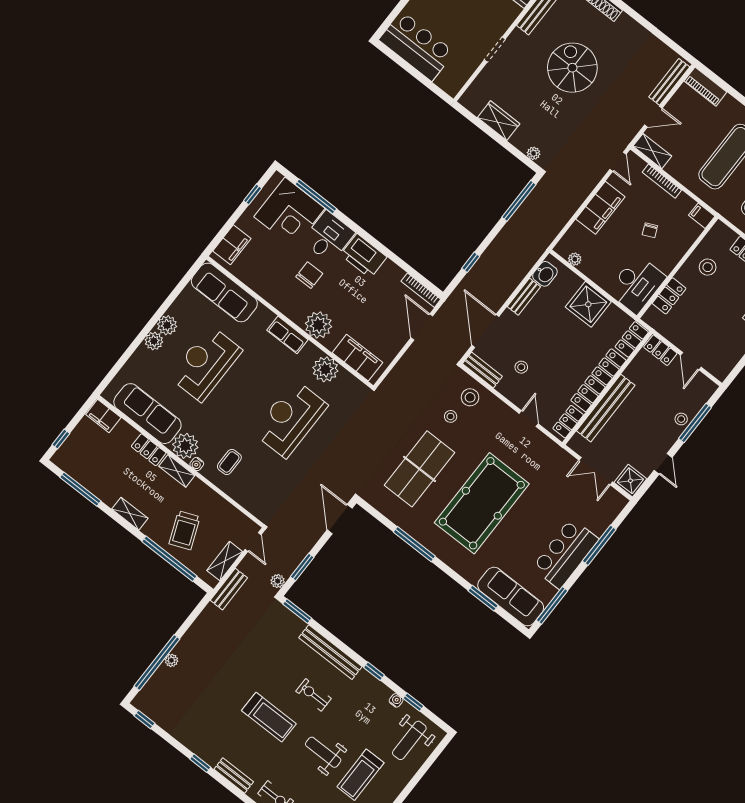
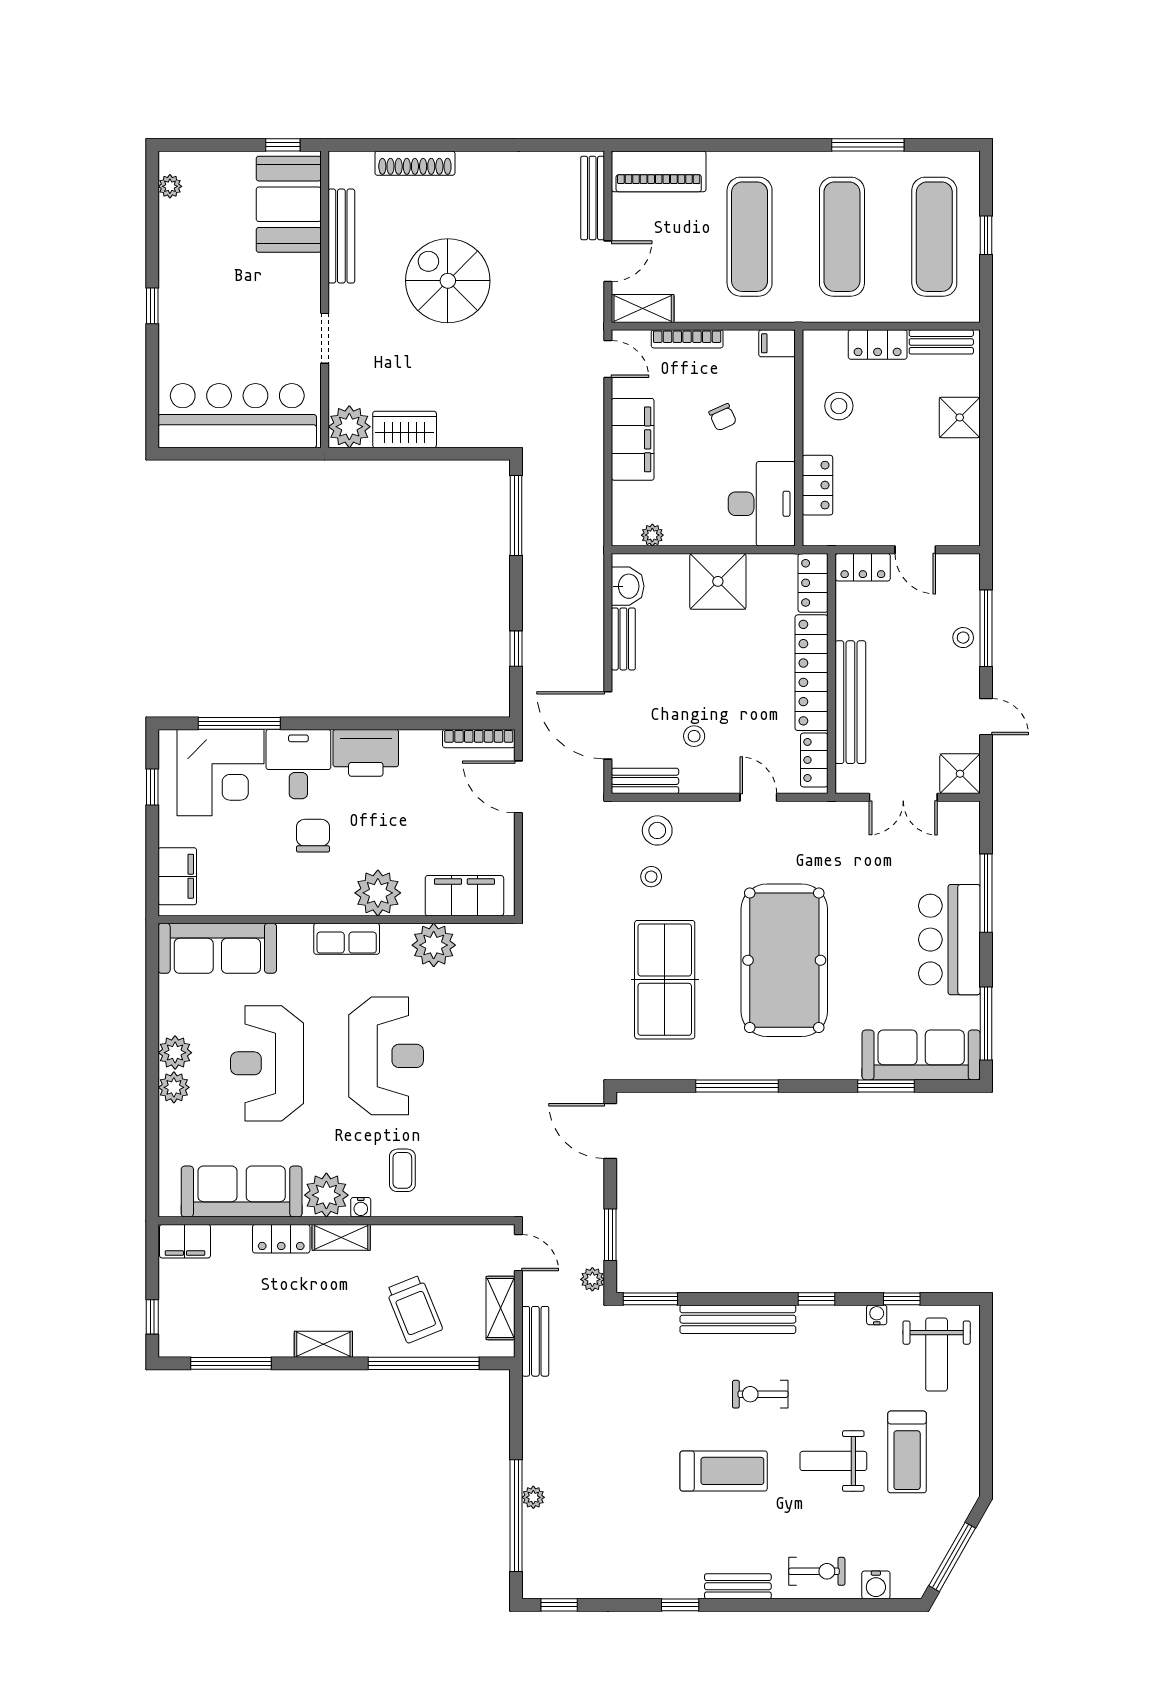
bar counter: (417, 46) -> (237, 416), width x1.36
piano: (705, 87) -> (659, 171), width x1.37, depth x1.33
plant: (533, 153) -> (349, 427), moved, width x1.88, depth x1.88
reception desk: (290, 419) -> (386, 1056), moved, turned 180

